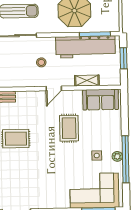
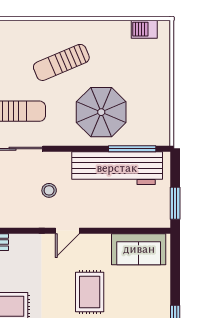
window: (124, 58) -> (175, 203), moved
shelving: (87, 81) -> (118, 219), removed

